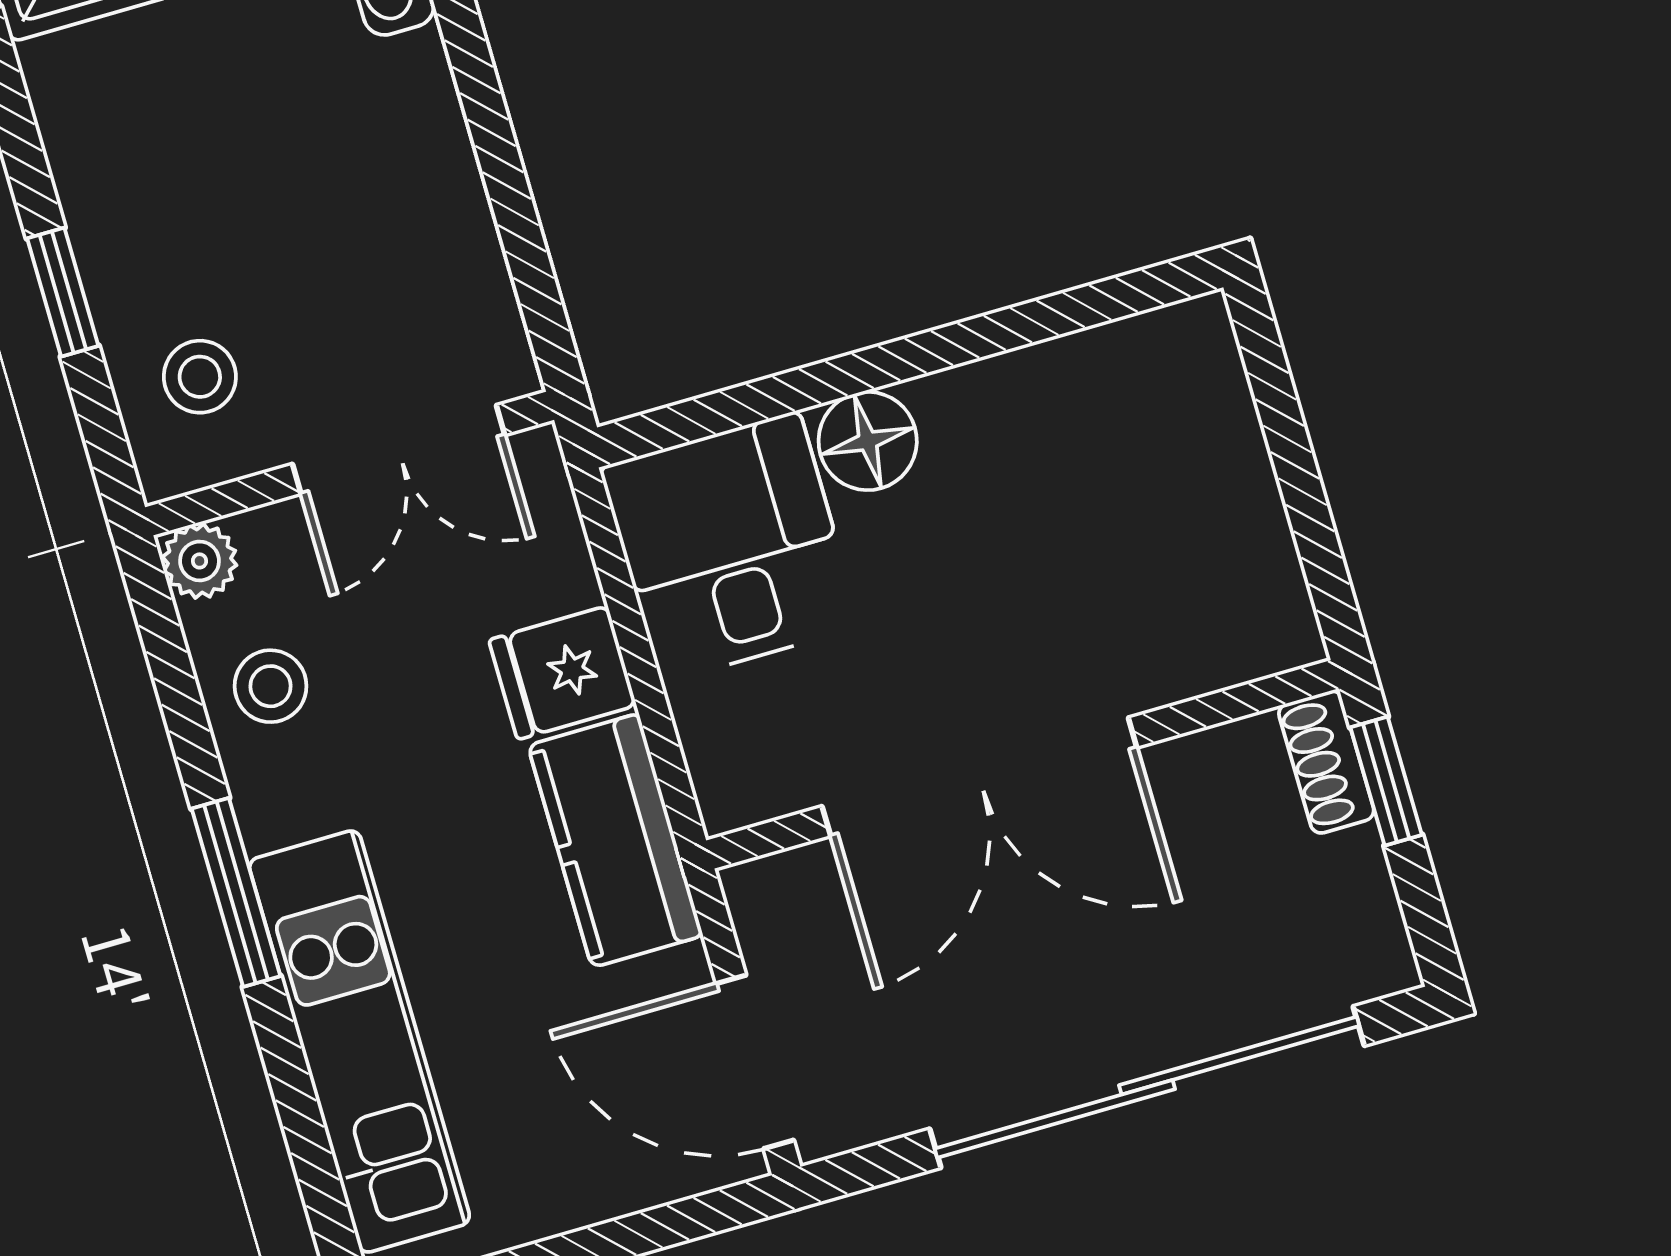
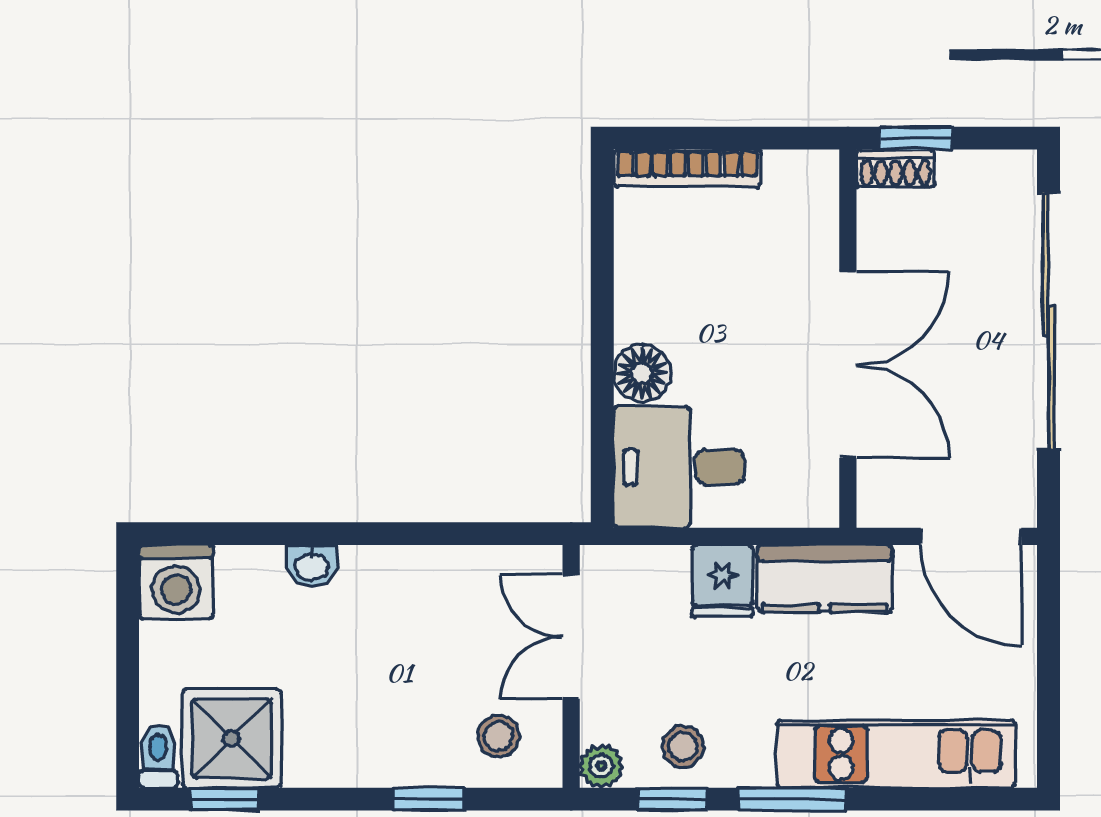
bookcase: (1227, 418) -> (687, 168), added
double door: (399, 449) -> (571, 637), swing flipped
window: (179, 694) -> (673, 799), added
door: (755, 1062) -> (971, 536), hinge flipped

